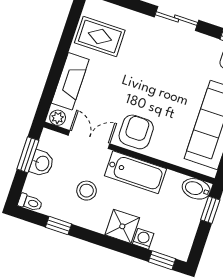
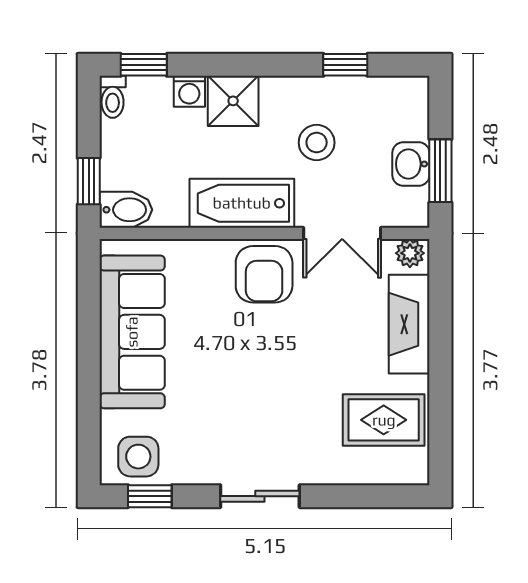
toilet: (30, 202) -> (113, 97), moved, turned -90

